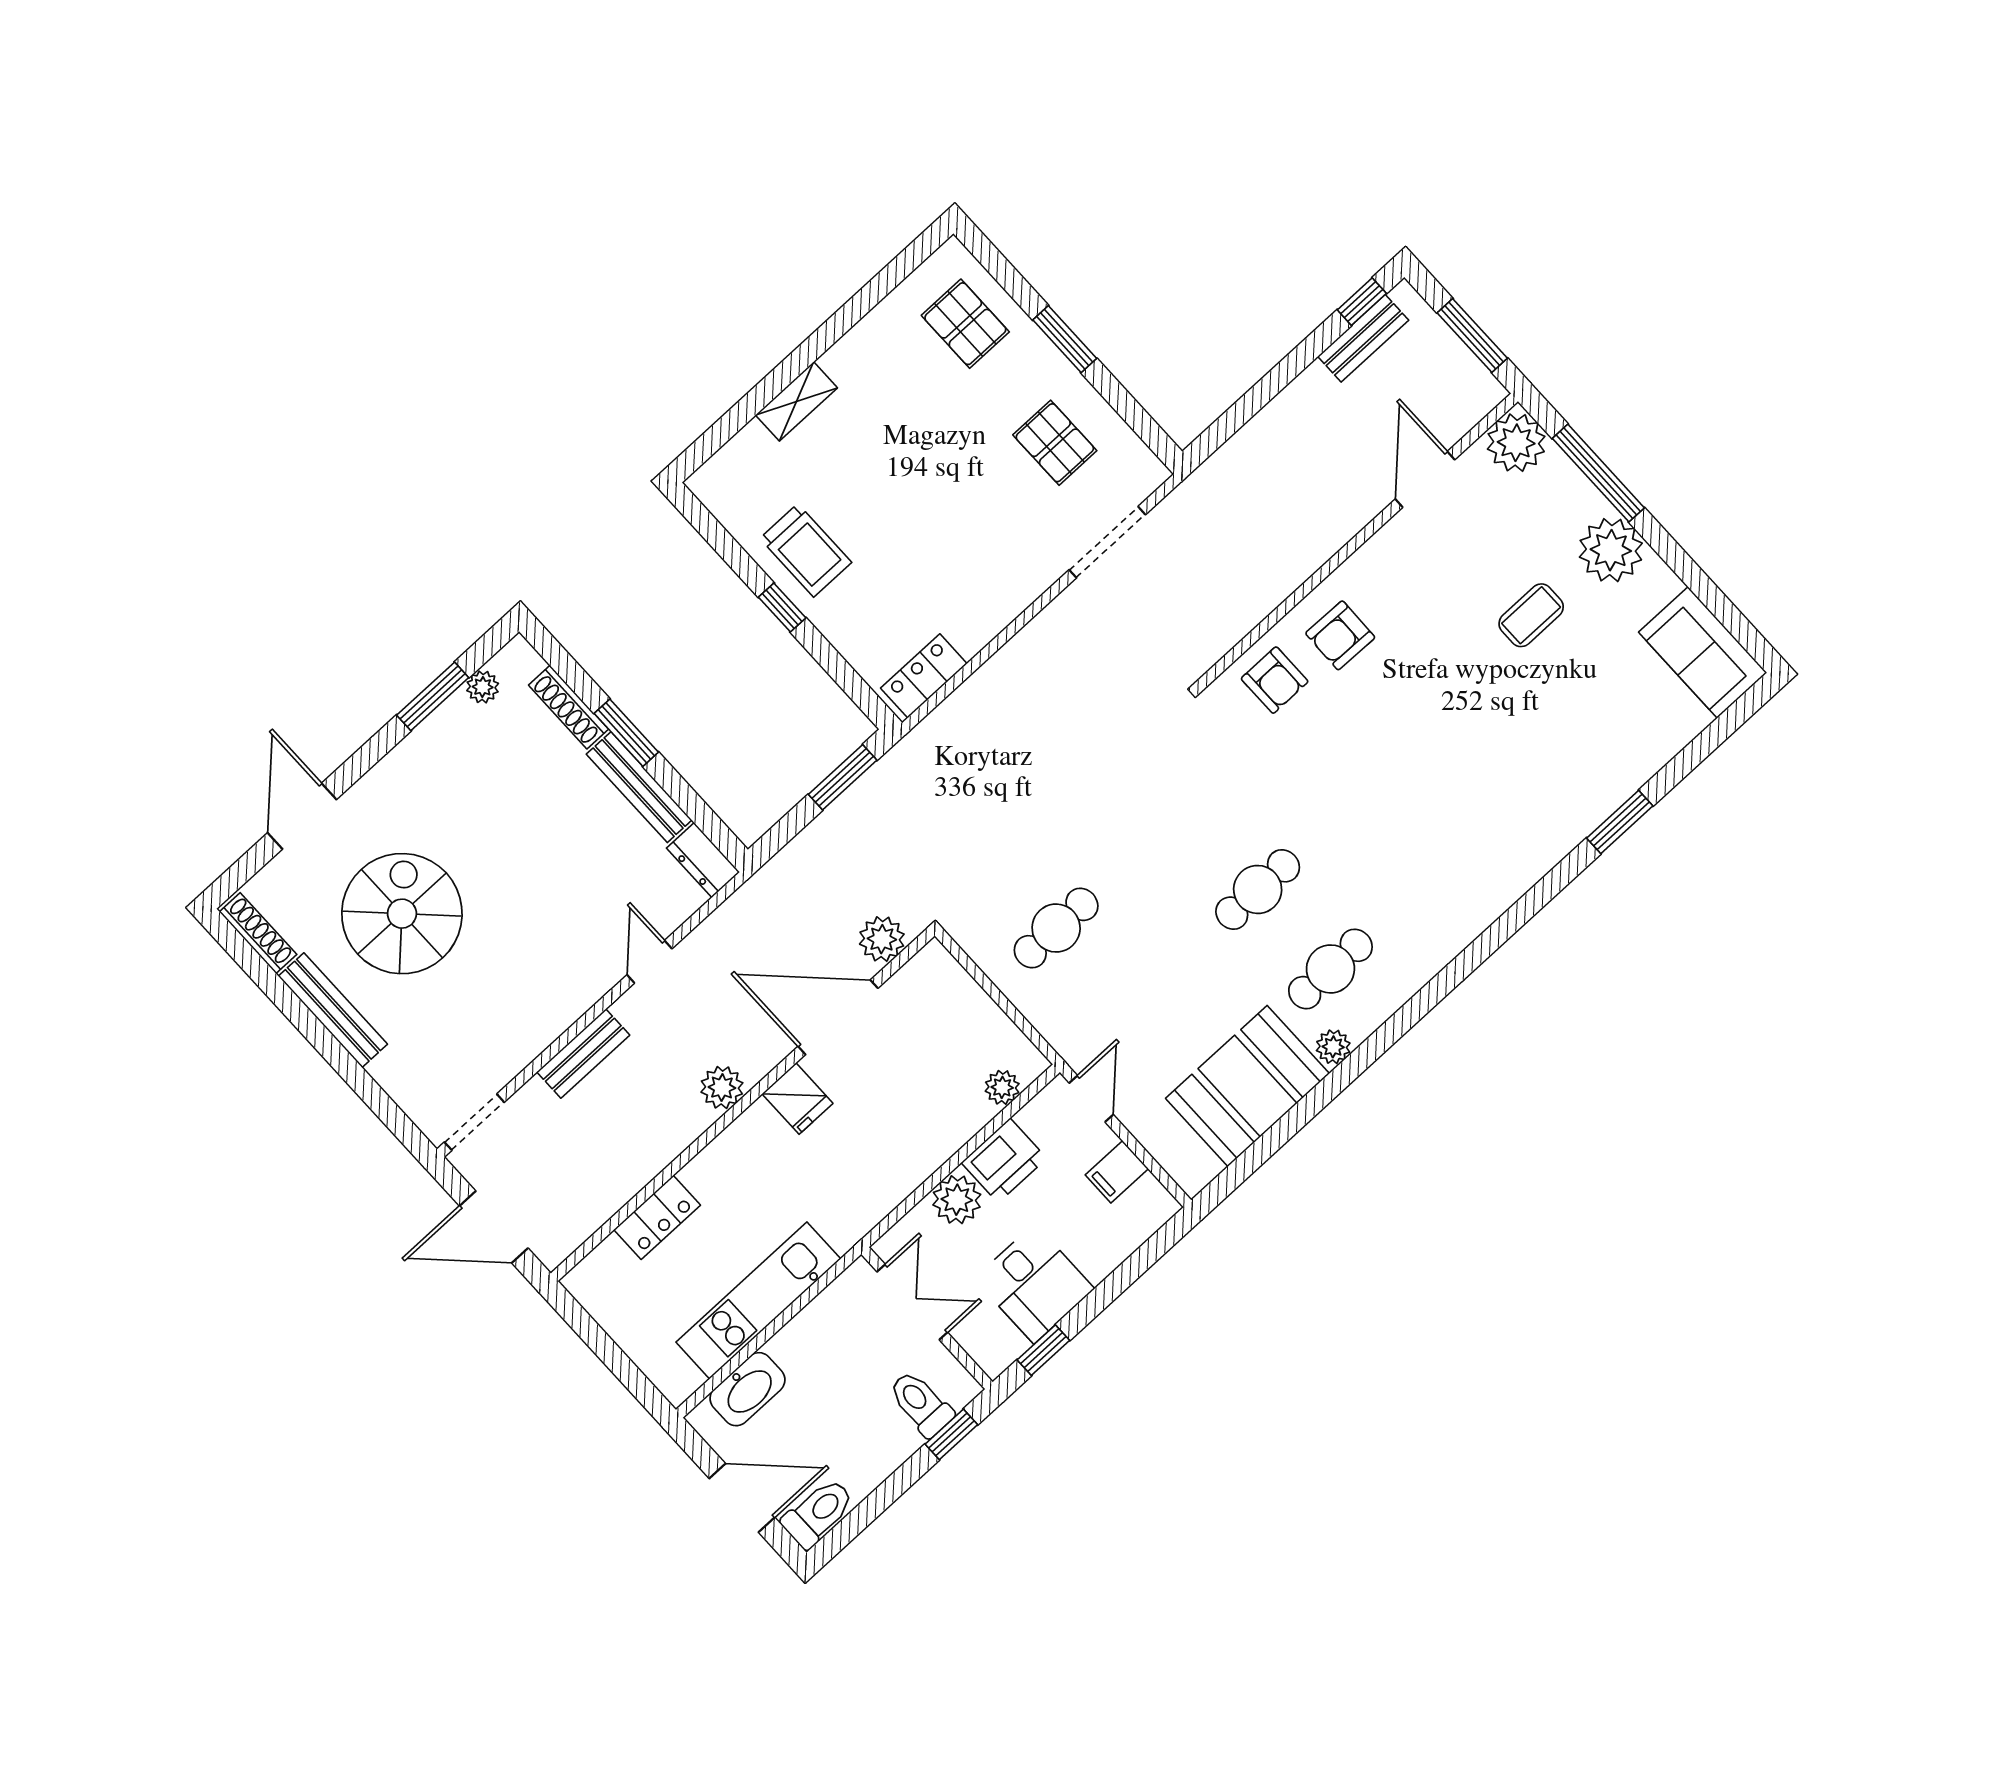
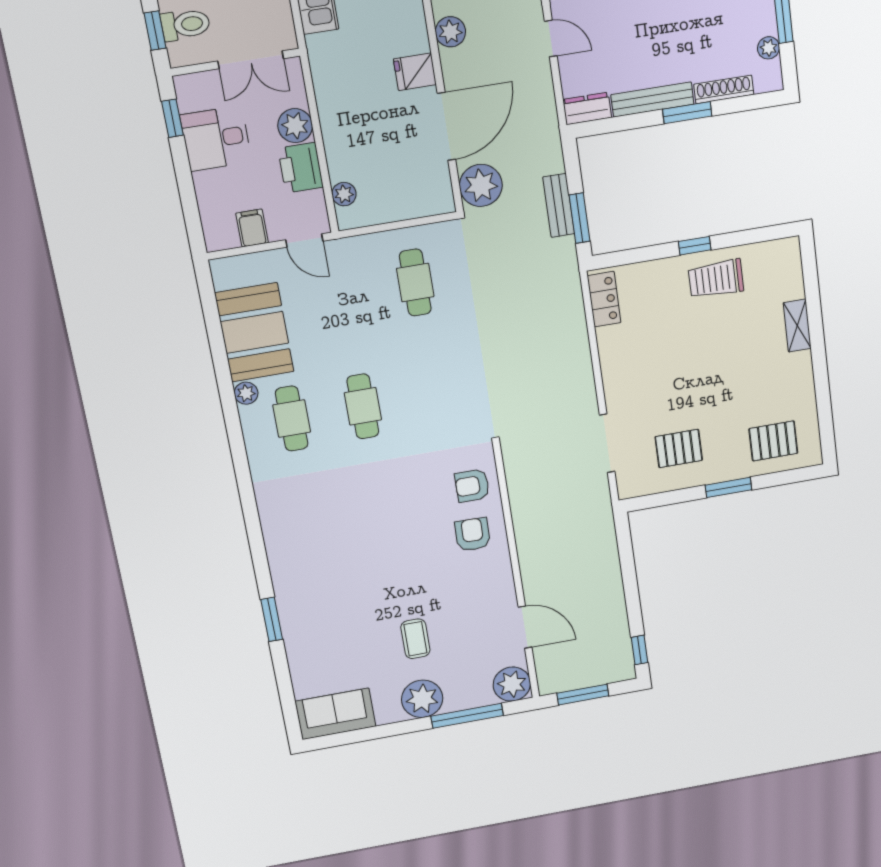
bench: (1363, 338) -> (559, 205), moved
plant: (882, 939) -> (481, 185), width x1.36, depth x1.36

